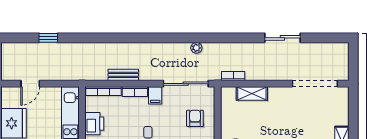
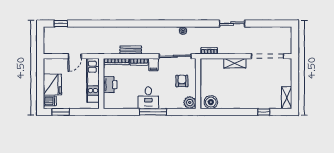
window: (48, 38) -> (61, 24), moved
sliding door: (282, 38) -> (232, 24), moved
door: (30, 84) -> (75, 56), moved
shelving: (252, 93) -> (235, 63), moved

